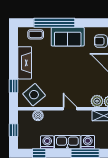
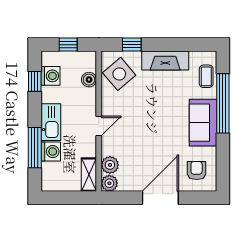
washing machine: (47, 142) -> (51, 76), moved

